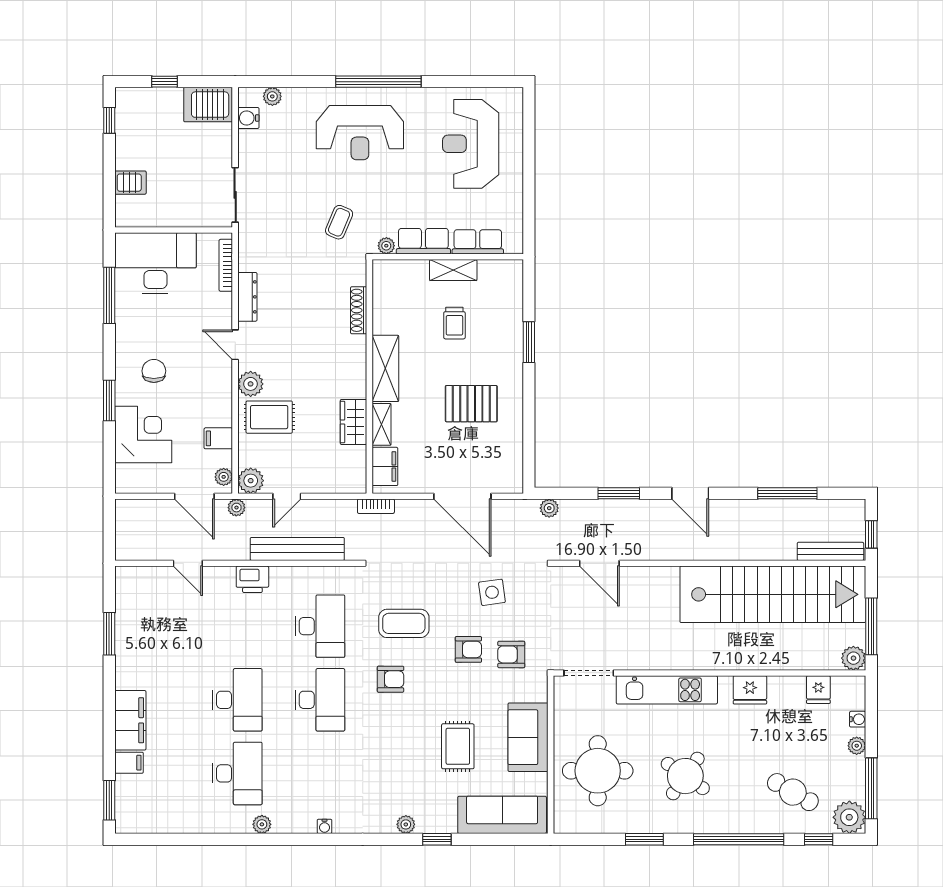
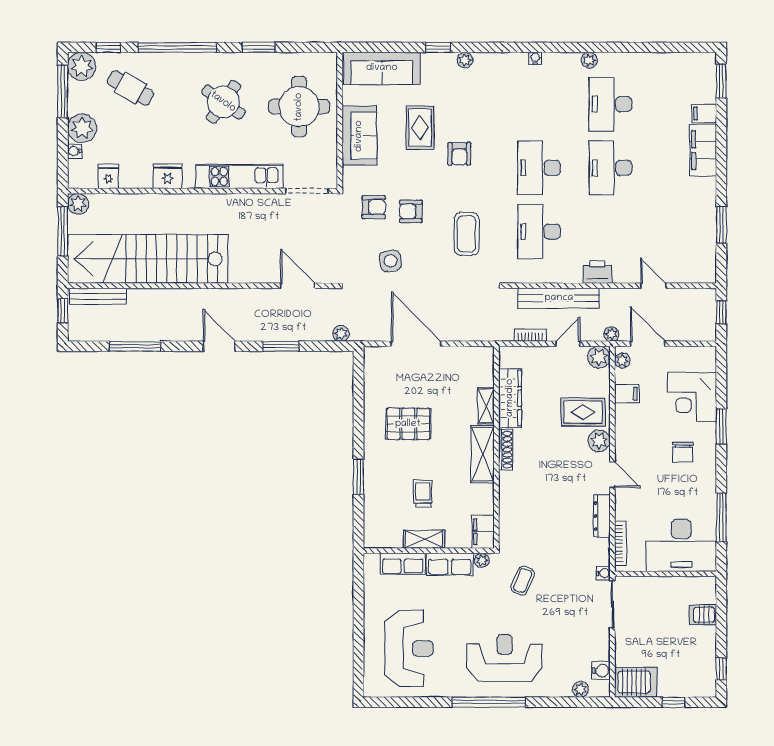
water cooler: (246, 231) -> (603, 573), added
shoe rack: (359, 310) -> (506, 450), moved
wardrobe: (354, 422) -> (510, 398), width x1.50
filing cabinet: (385, 466) -> (483, 532), moved
bookcase: (376, 506) -> (530, 335), moved
window: (109, 533) -> (721, 312), added
coffee table: (404, 623) -> (467, 234), turned 90
armchair: (390, 679) -> (459, 154), moved, turned -90
plant: (857, 746) -> (82, 128), width x1.87, depth x1.87

